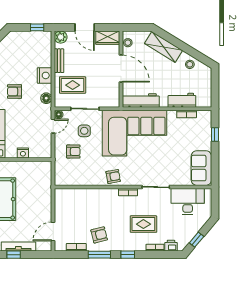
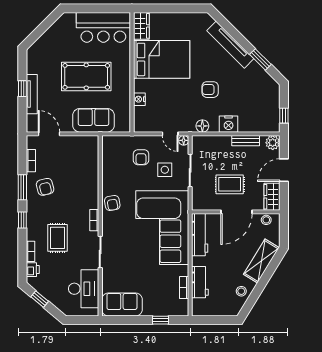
rug: (73, 85) -> (230, 184), moved, turned 90
armchair: (15, 91) -> (210, 90), turned -90
sofa: (41, 193) -> (94, 120), added

